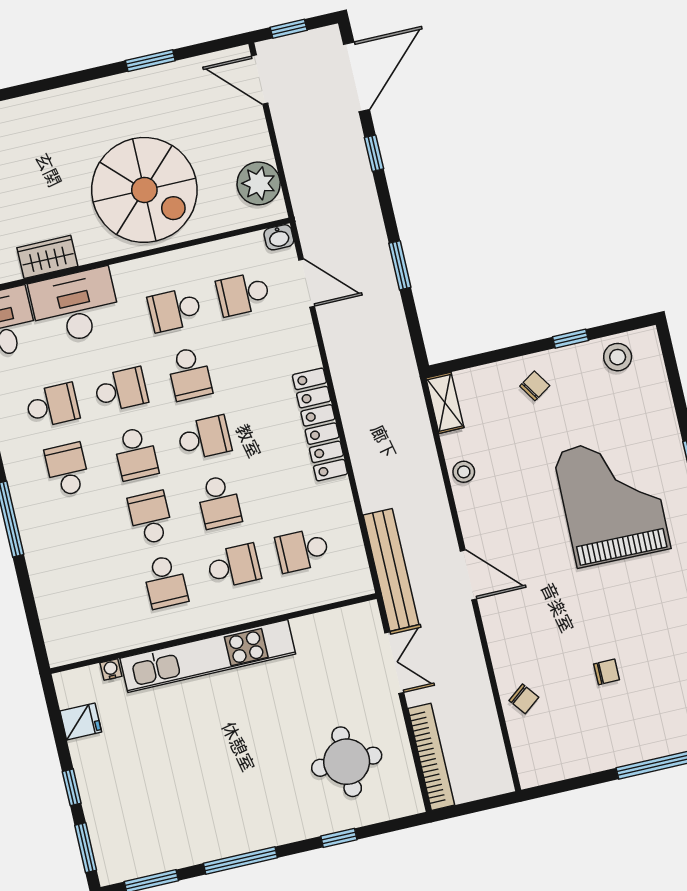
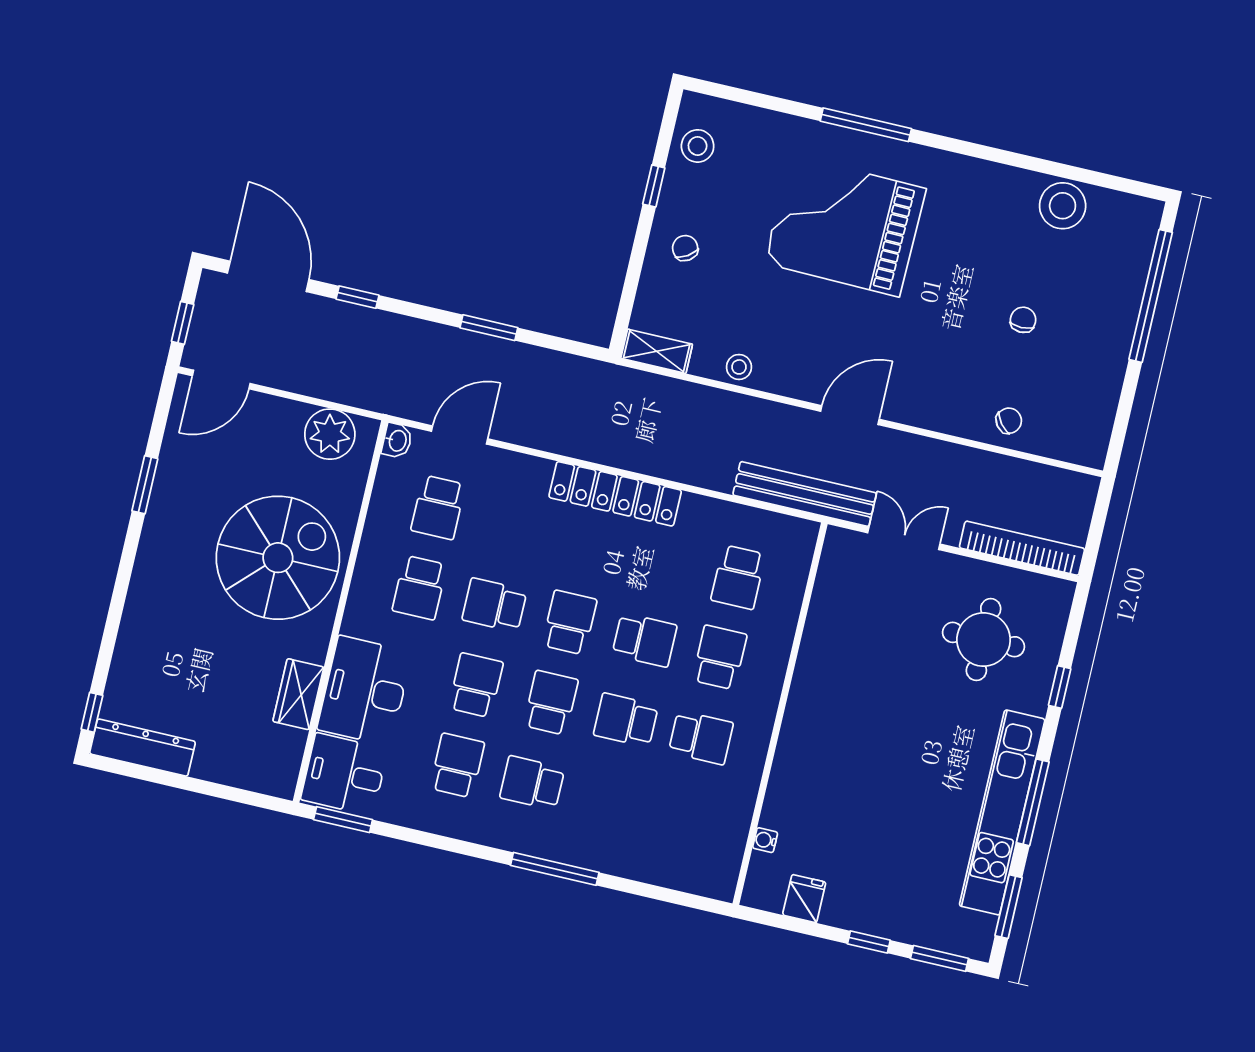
school desk: (189, 374) -> (495, 605), turned 180
school desk: (136, 454) -> (551, 703), turned -90
kitchen unit: (208, 656) -> (1002, 812), moved, turned 180

